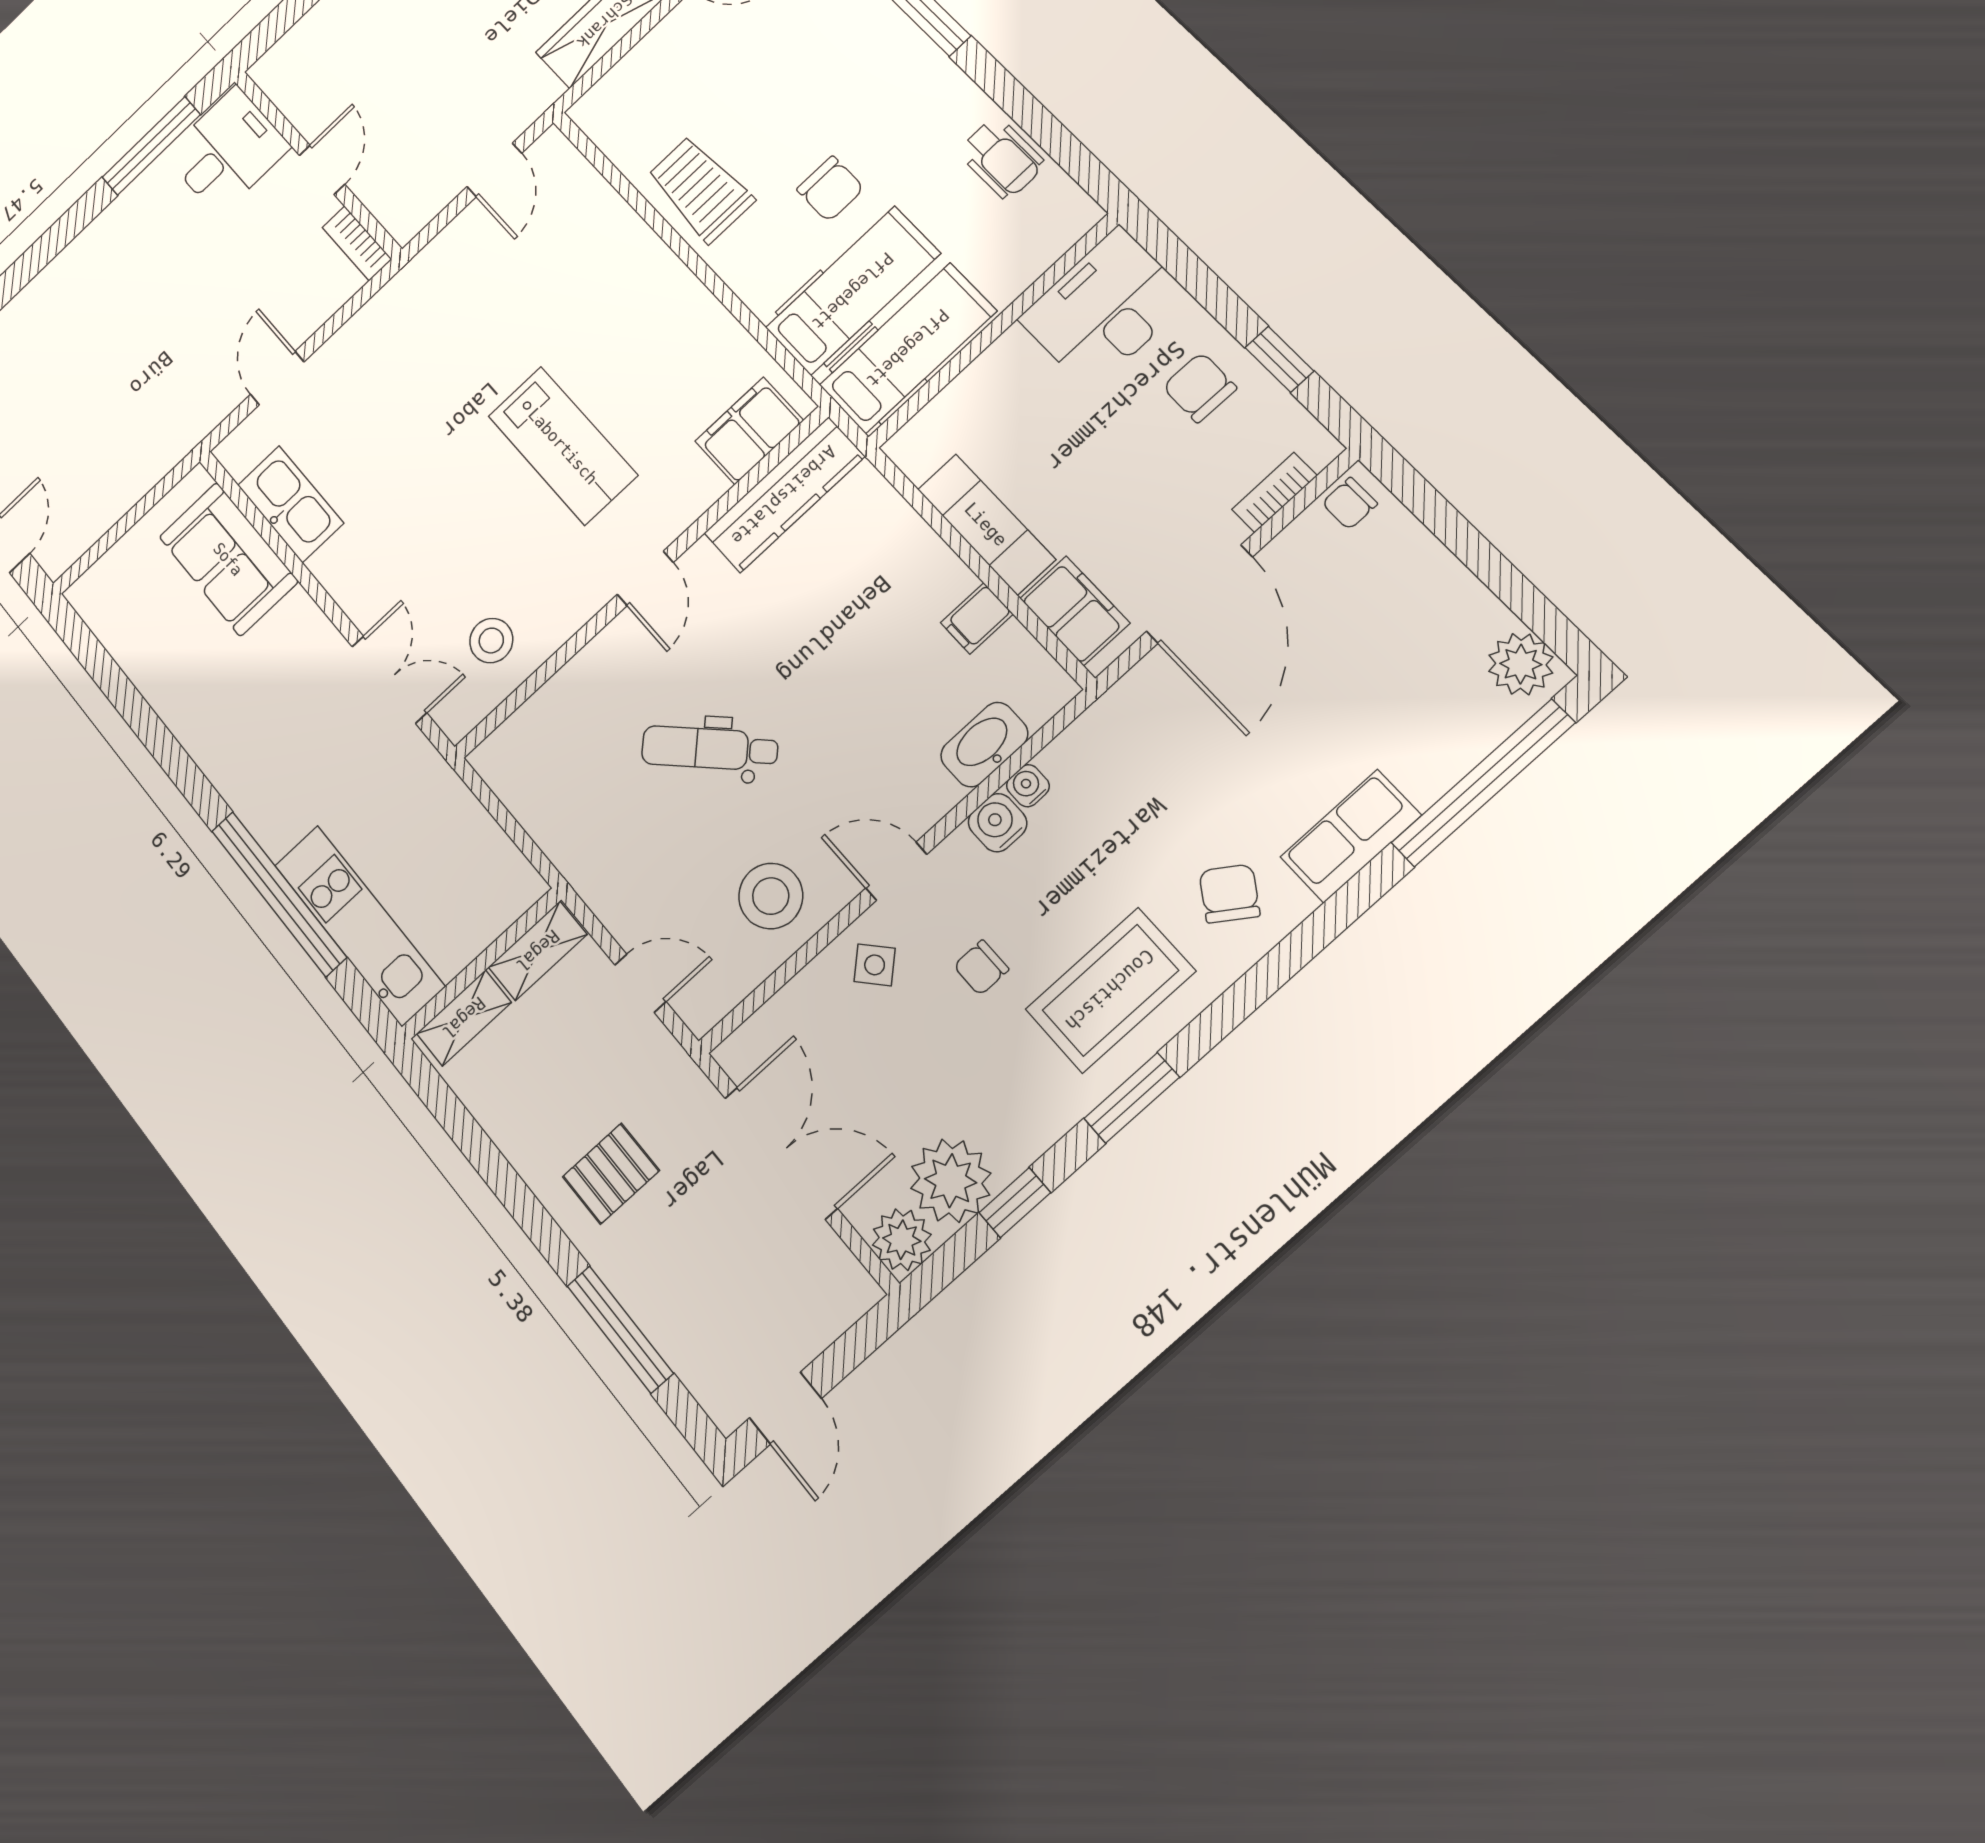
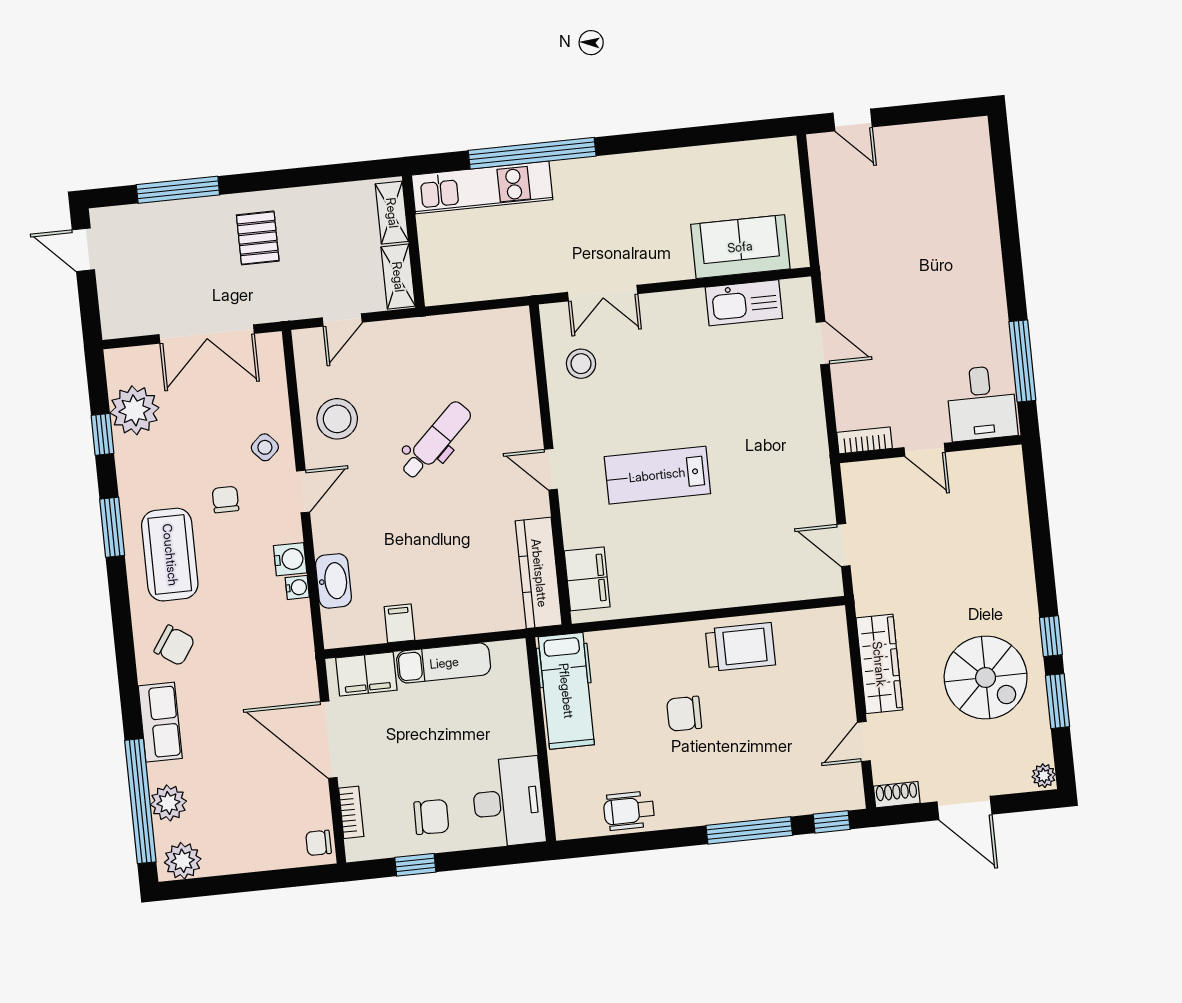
hospital bed: (853, 291) -> (620, 685), removed
chair: (1350, 503) -> (319, 843), turned -90
plant: (902, 1240) -> (168, 803), moved

